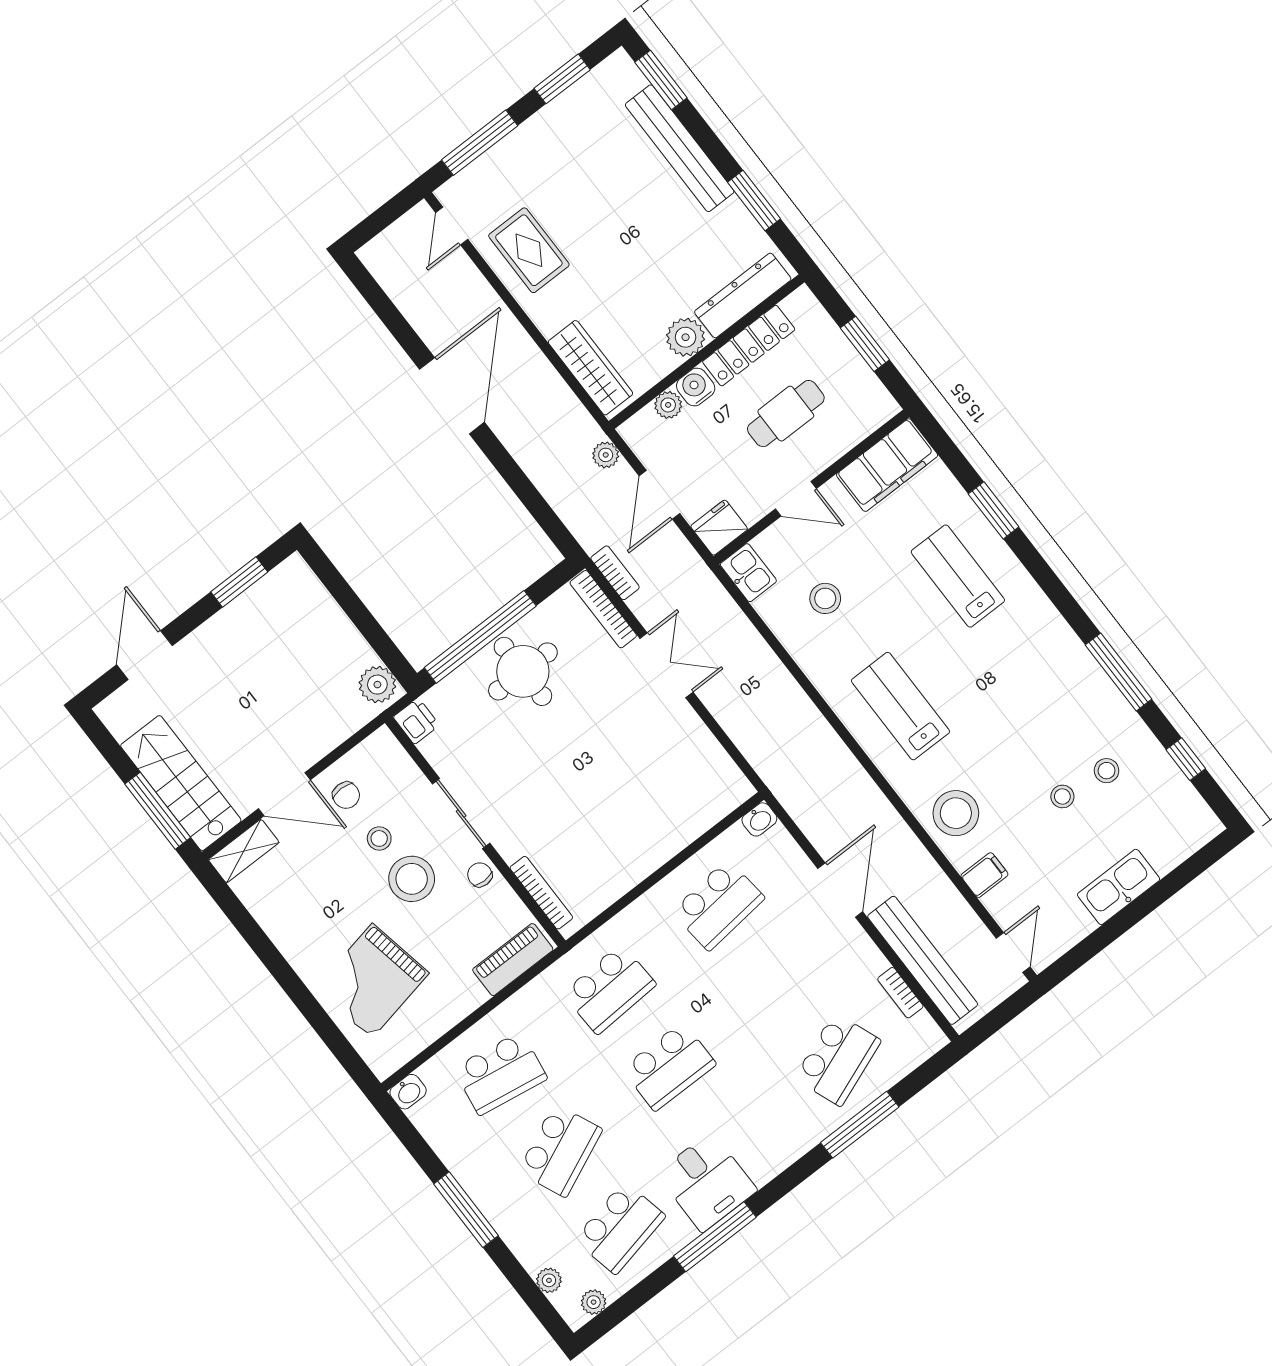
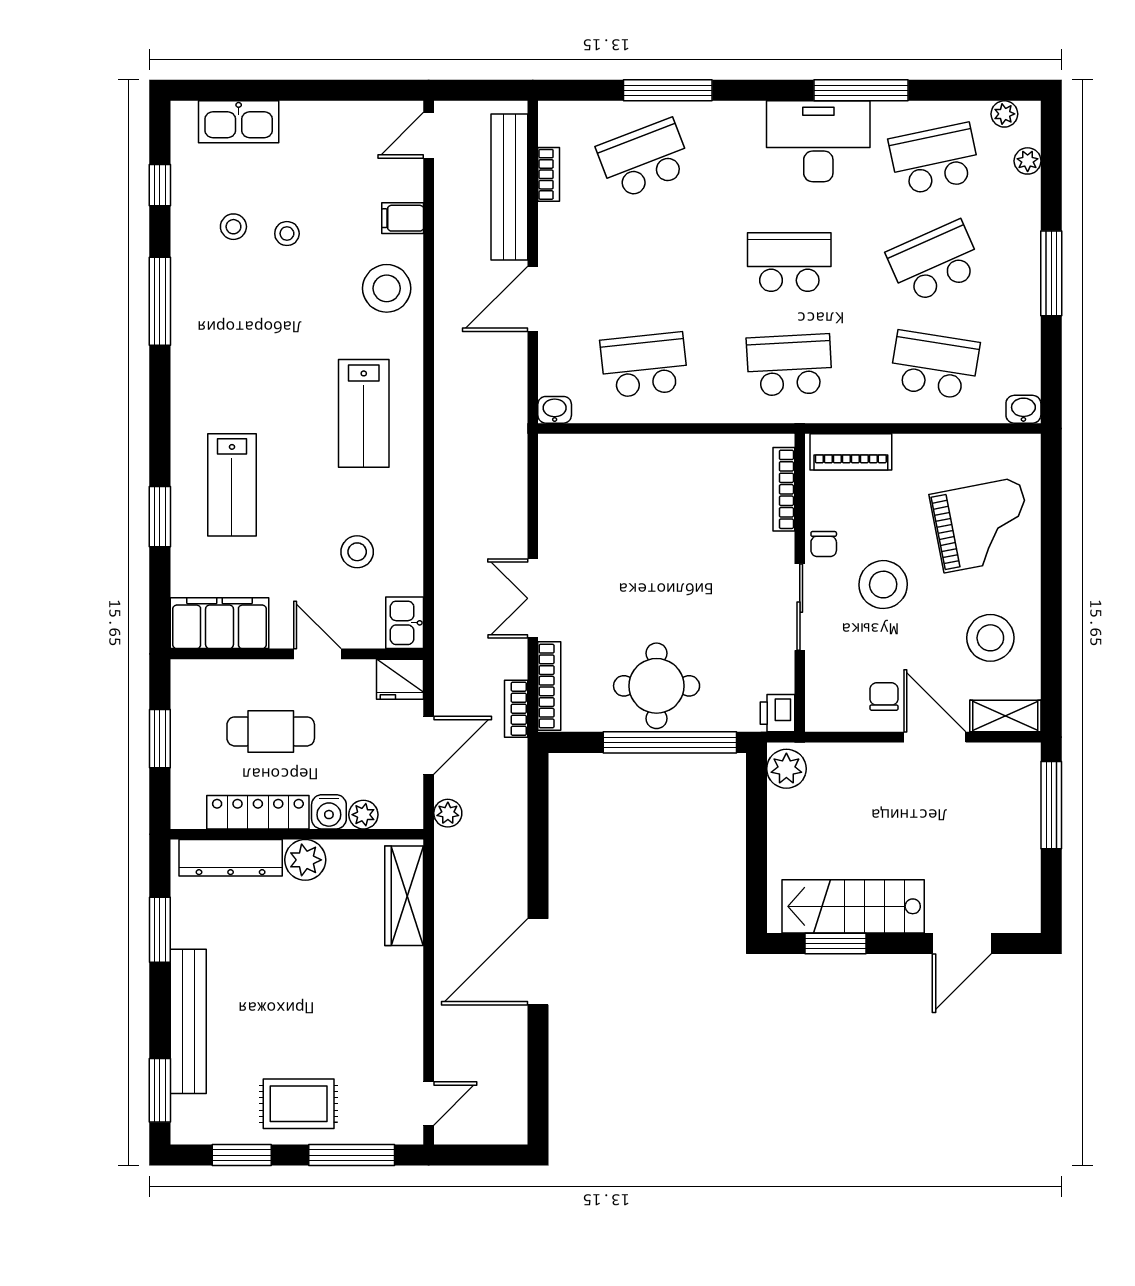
rug: (529, 250) -> (299, 1104), moved, turned 90
stairs: (181, 783) -> (853, 906), moved, turned 90
stool: (379, 838) -> (990, 638), moved, width x1.89, depth x1.89
kitchen sink: (1119, 887) -> (239, 122), moved
desk: (707, 1182) -> (818, 141), width x1.37

